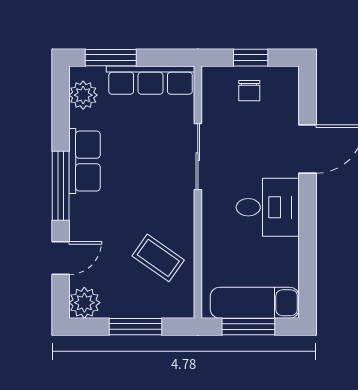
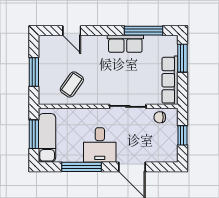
chair: (249, 91) -> (160, 117), moved
plant: (83, 95) -> (162, 43), removed
window: (61, 186) -> (143, 31), moved
window: (308, 241) -> (81, 167), added
plant: (84, 303) -> (47, 44), removed

